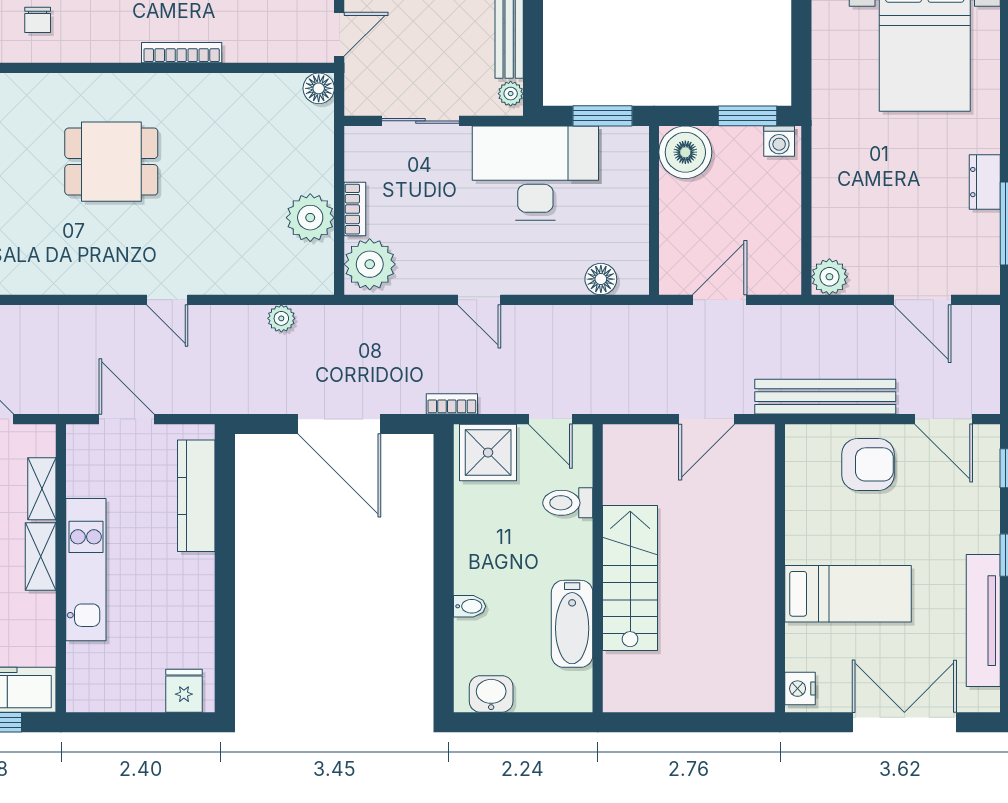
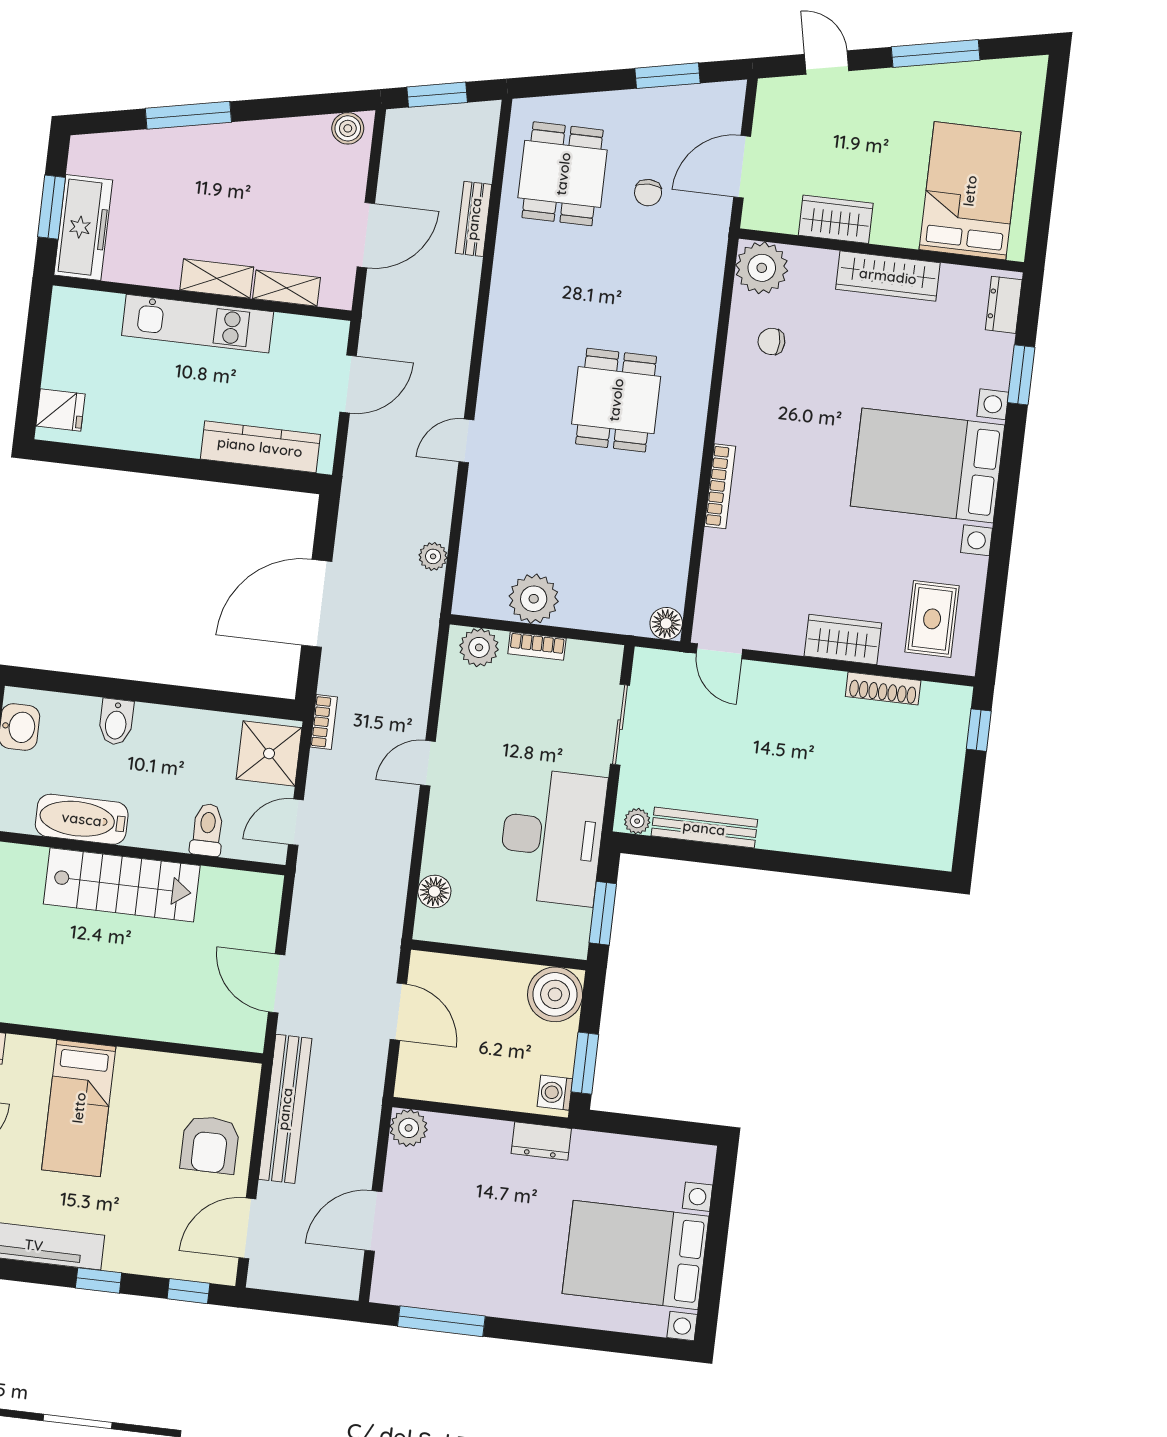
dresser: (985, 182) -> (541, 1141), moved, turned 180
plant: (370, 264) -> (479, 647), width x0.73, depth x0.73
bidet: (470, 606) -> (116, 722), width x1.38, depth x1.36

